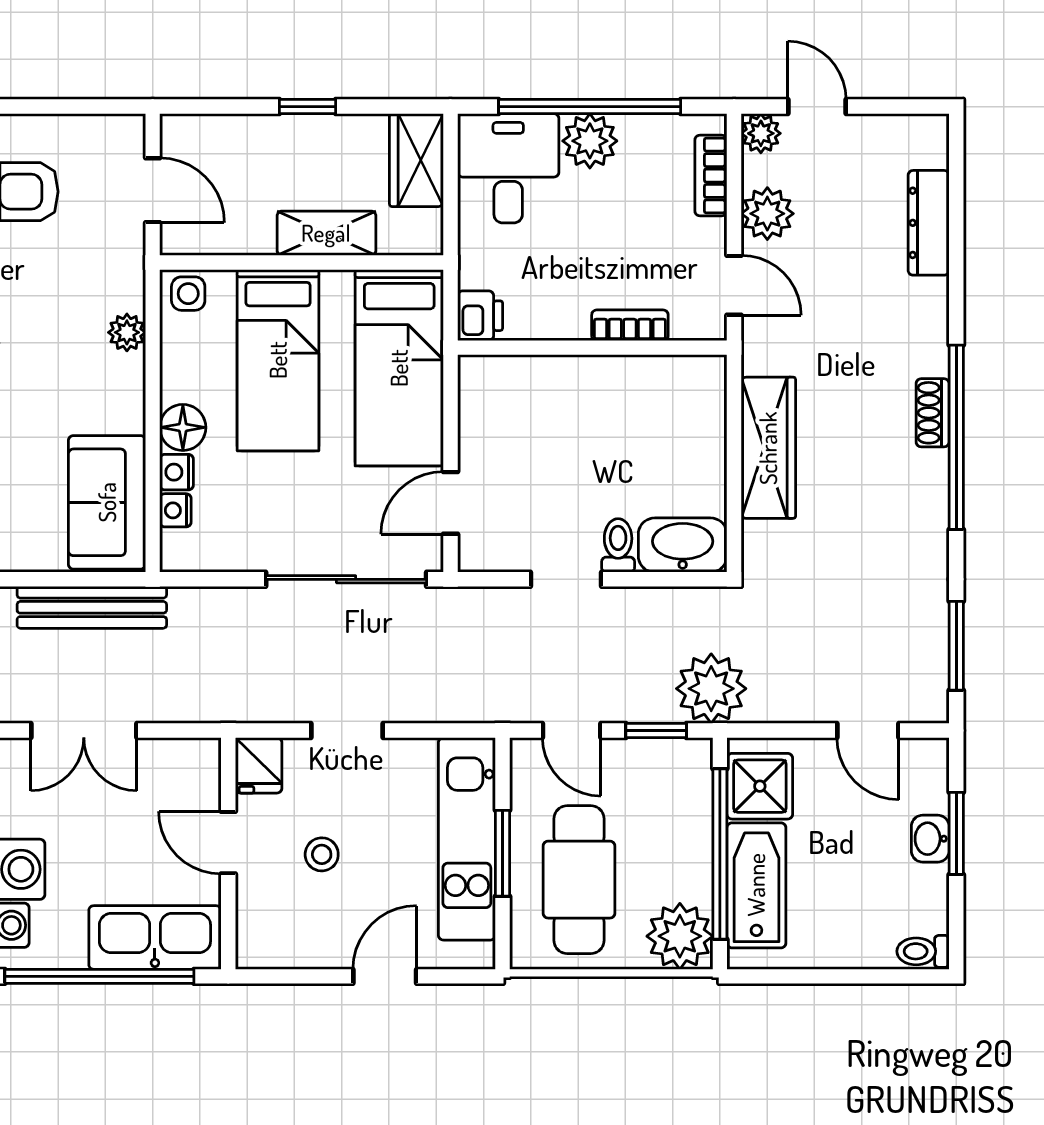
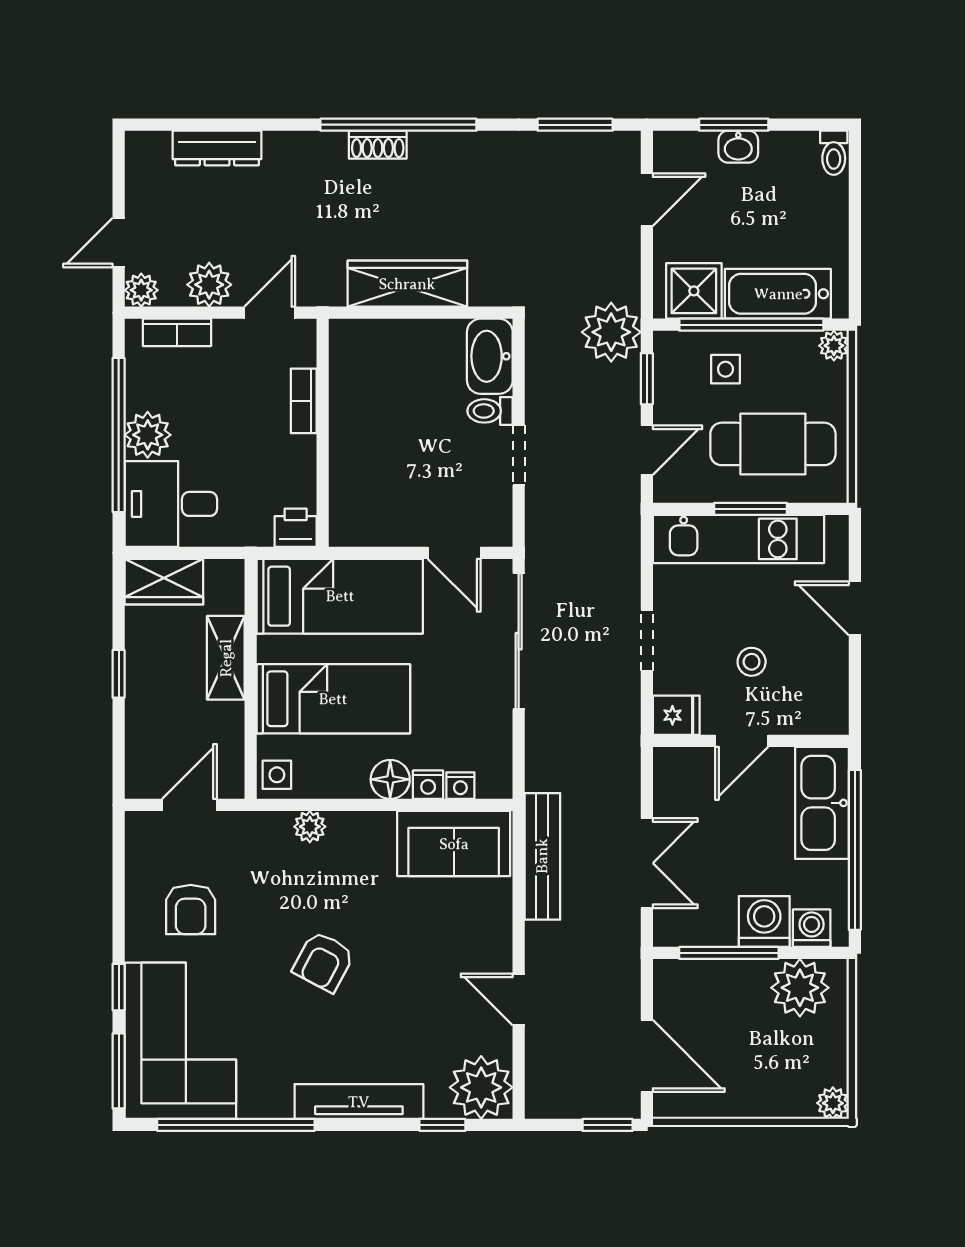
side table: (667, 824) -> (725, 369), added
plant: (680, 936) -> (834, 346), width x0.53, depth x0.53

